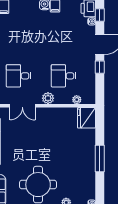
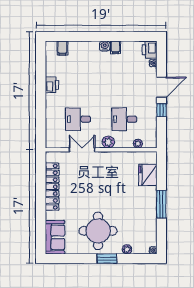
window: (100, 15) -> (161, 57), removed
double door: (22, 106) -> (82, 150), swing flipped
fridge: (86, 118) -> (148, 175), moved

